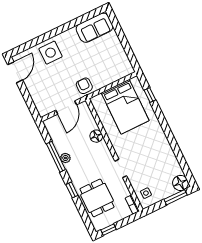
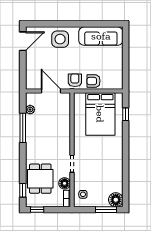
sofa: (94, 28) -> (101, 36), width x1.36
armchair: (103, 78) -> (94, 81), added
door: (66, 108) -> (51, 91), swing flipped
floor lamp: (96, 136) -> (65, 183), moved
plant: (65, 158) -> (30, 110), moved
window: (72, 190) -> (23, 190), moved

